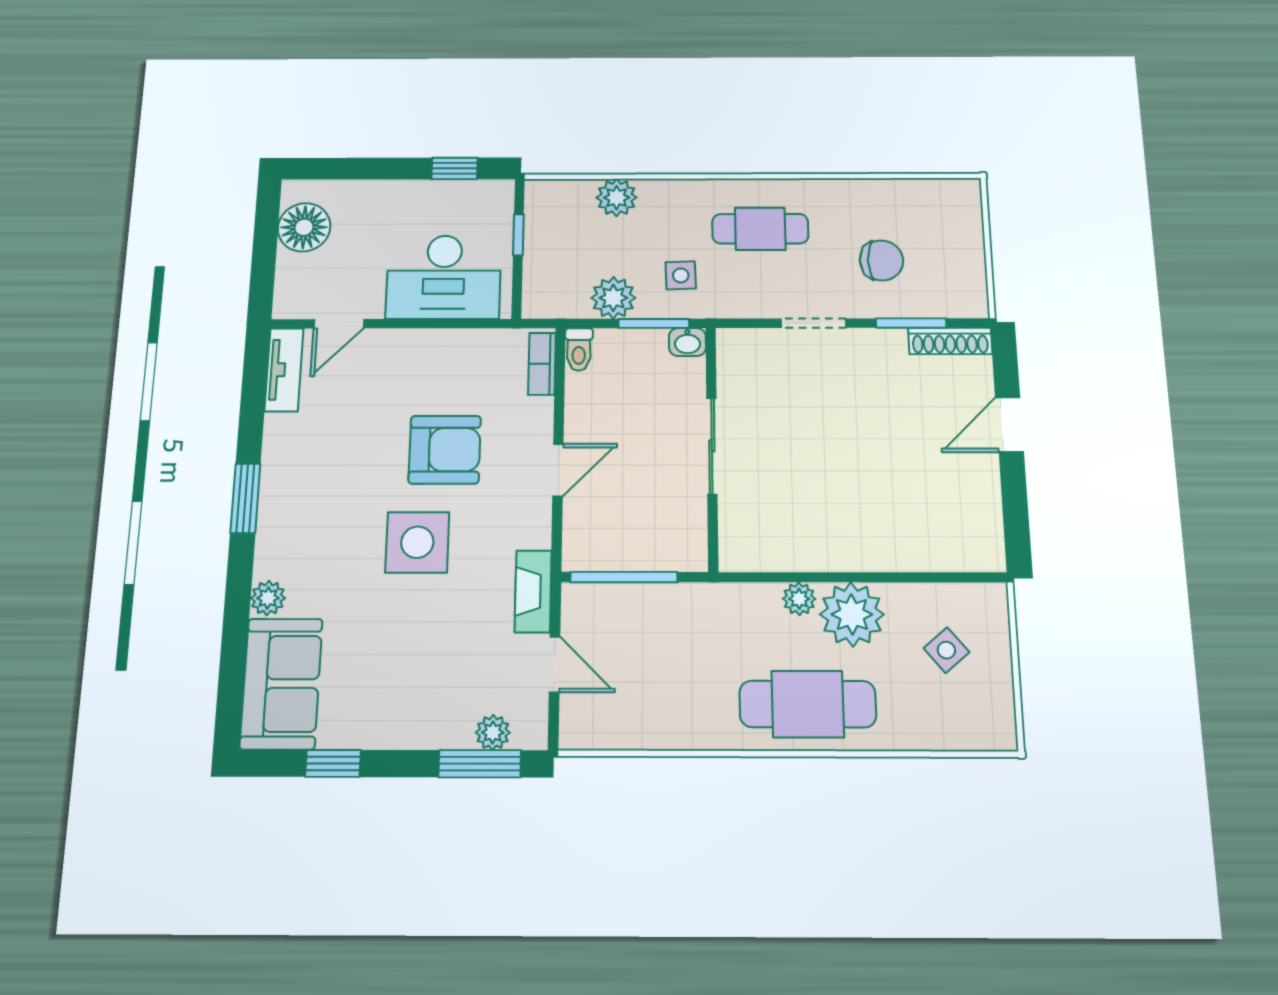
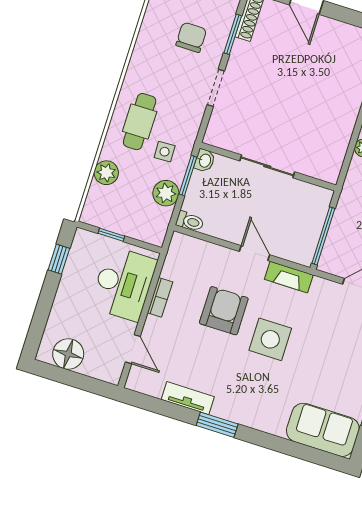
cafe table: (760, 229) -> (140, 122), moved
bookcase: (542, 364) -> (160, 297), moved, turned -90
tv unit: (284, 370) -> (188, 398), moved
fireplace: (533, 591) -> (289, 277), moved
plant: (268, 598) -> (275, 426), removed

